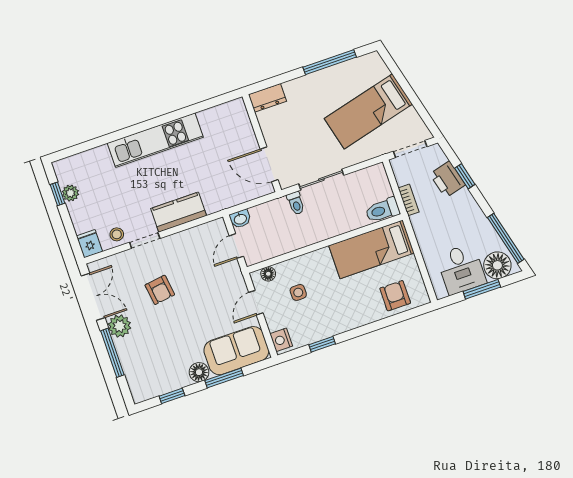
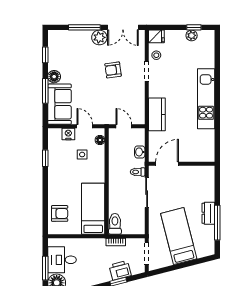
dresser: (267, 98) -> (208, 213), moved
kitchen counter: (179, 212) -> (157, 114), moved
washbasin: (240, 219) -> (140, 152), moved
nightstand: (281, 340) -> (68, 134), moved

